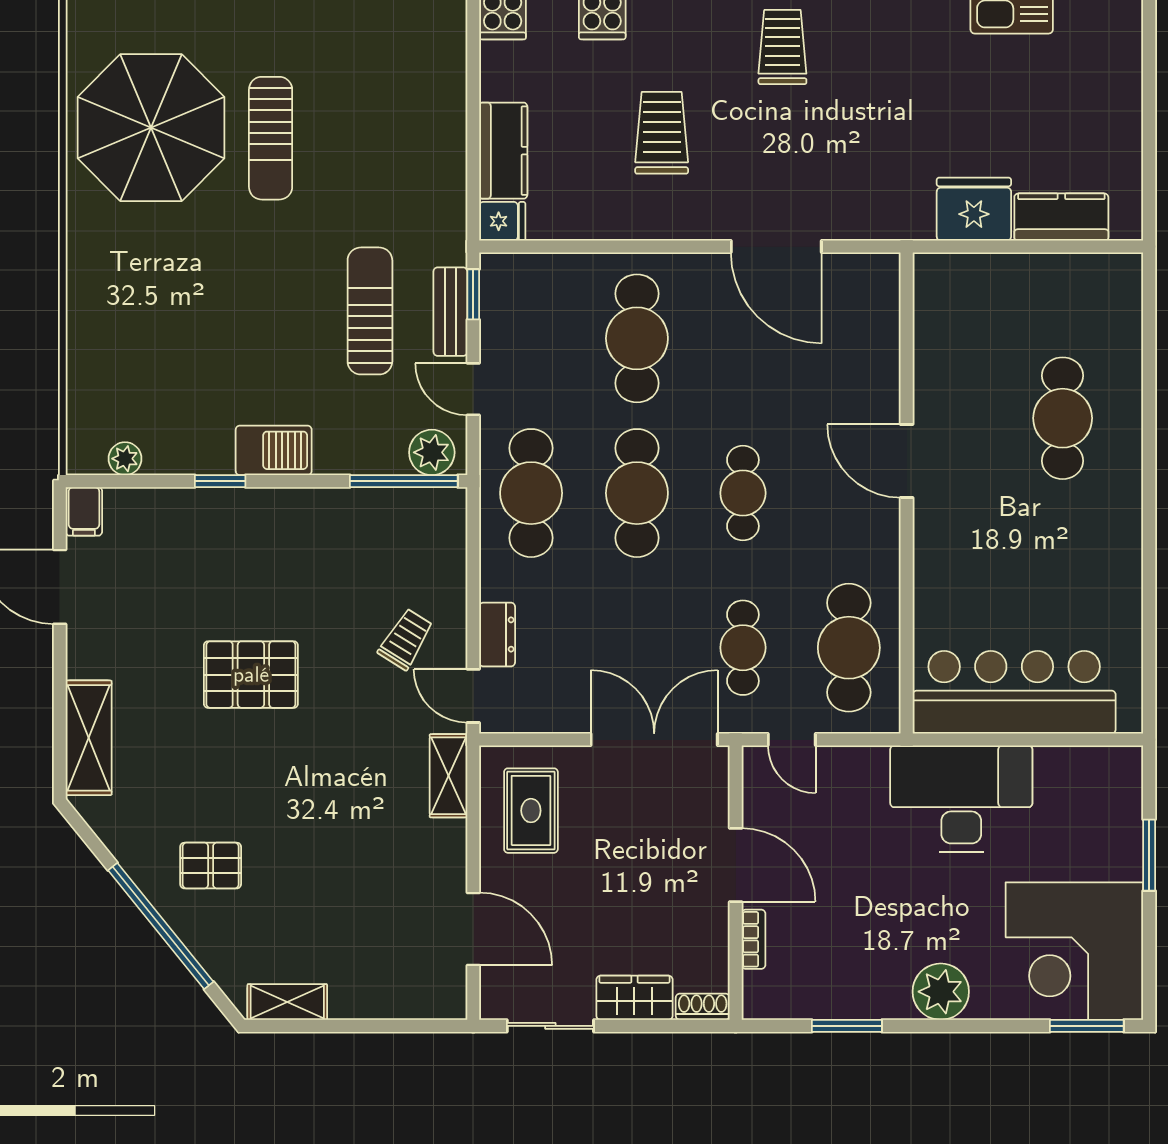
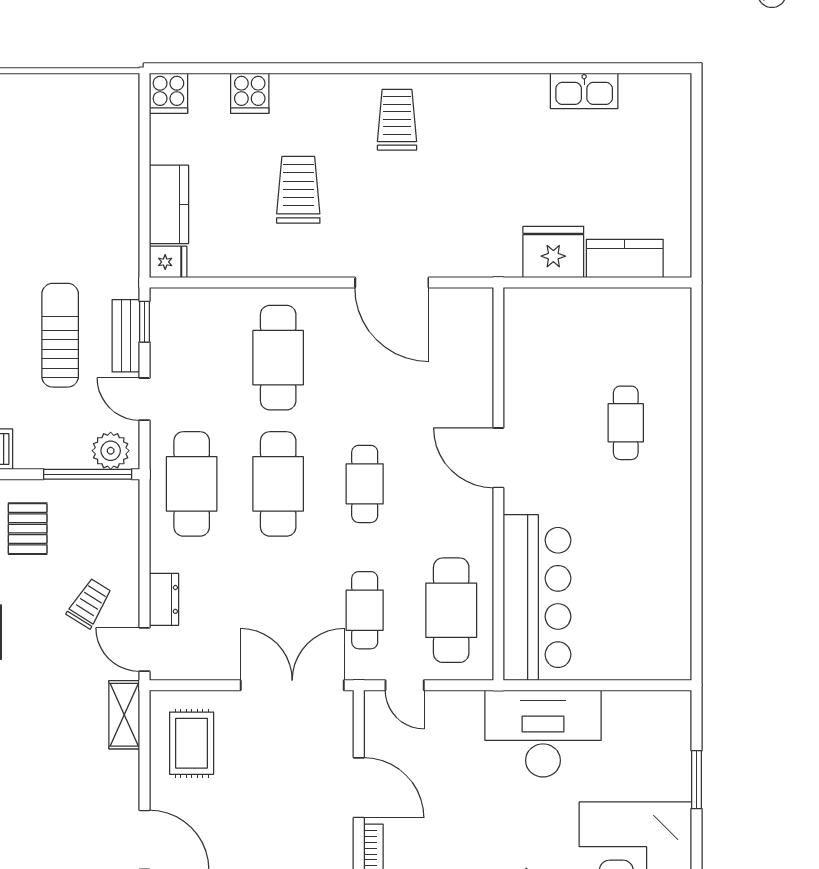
cafe table: (1063, 418) -> (626, 423), width x0.73, depth x0.74
pallet: (330, 548) -> (28, 529), added
bar counter: (1014, 692) -> (537, 597), moved, turned 90

